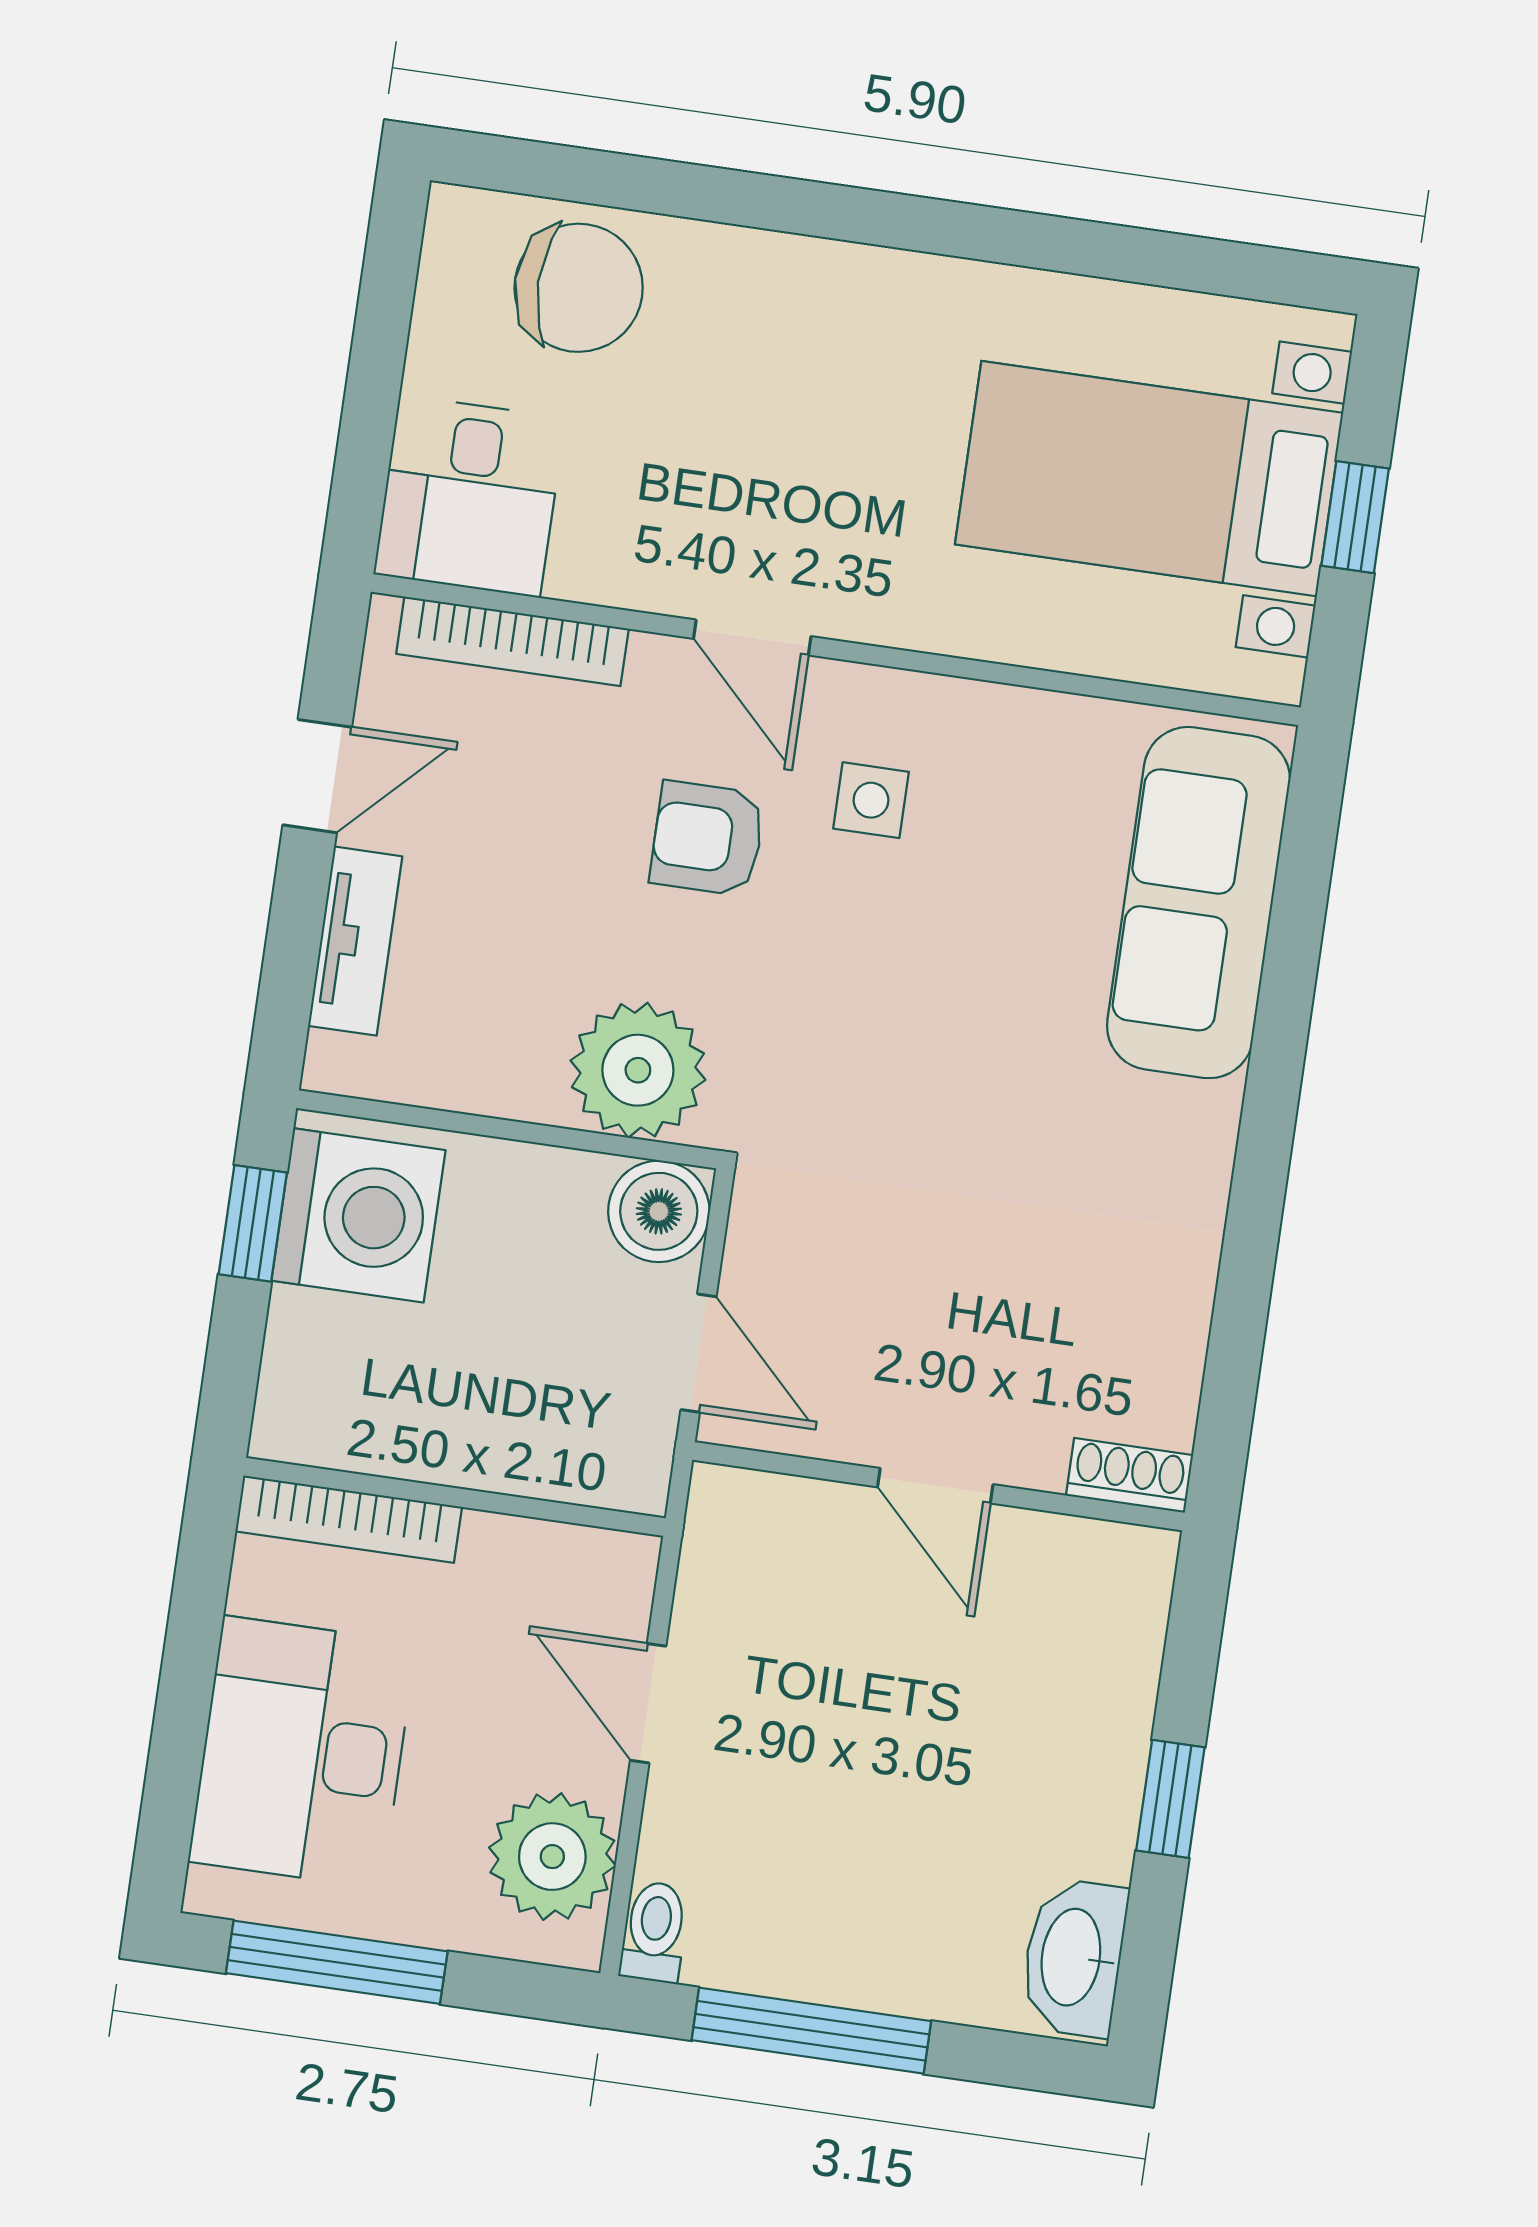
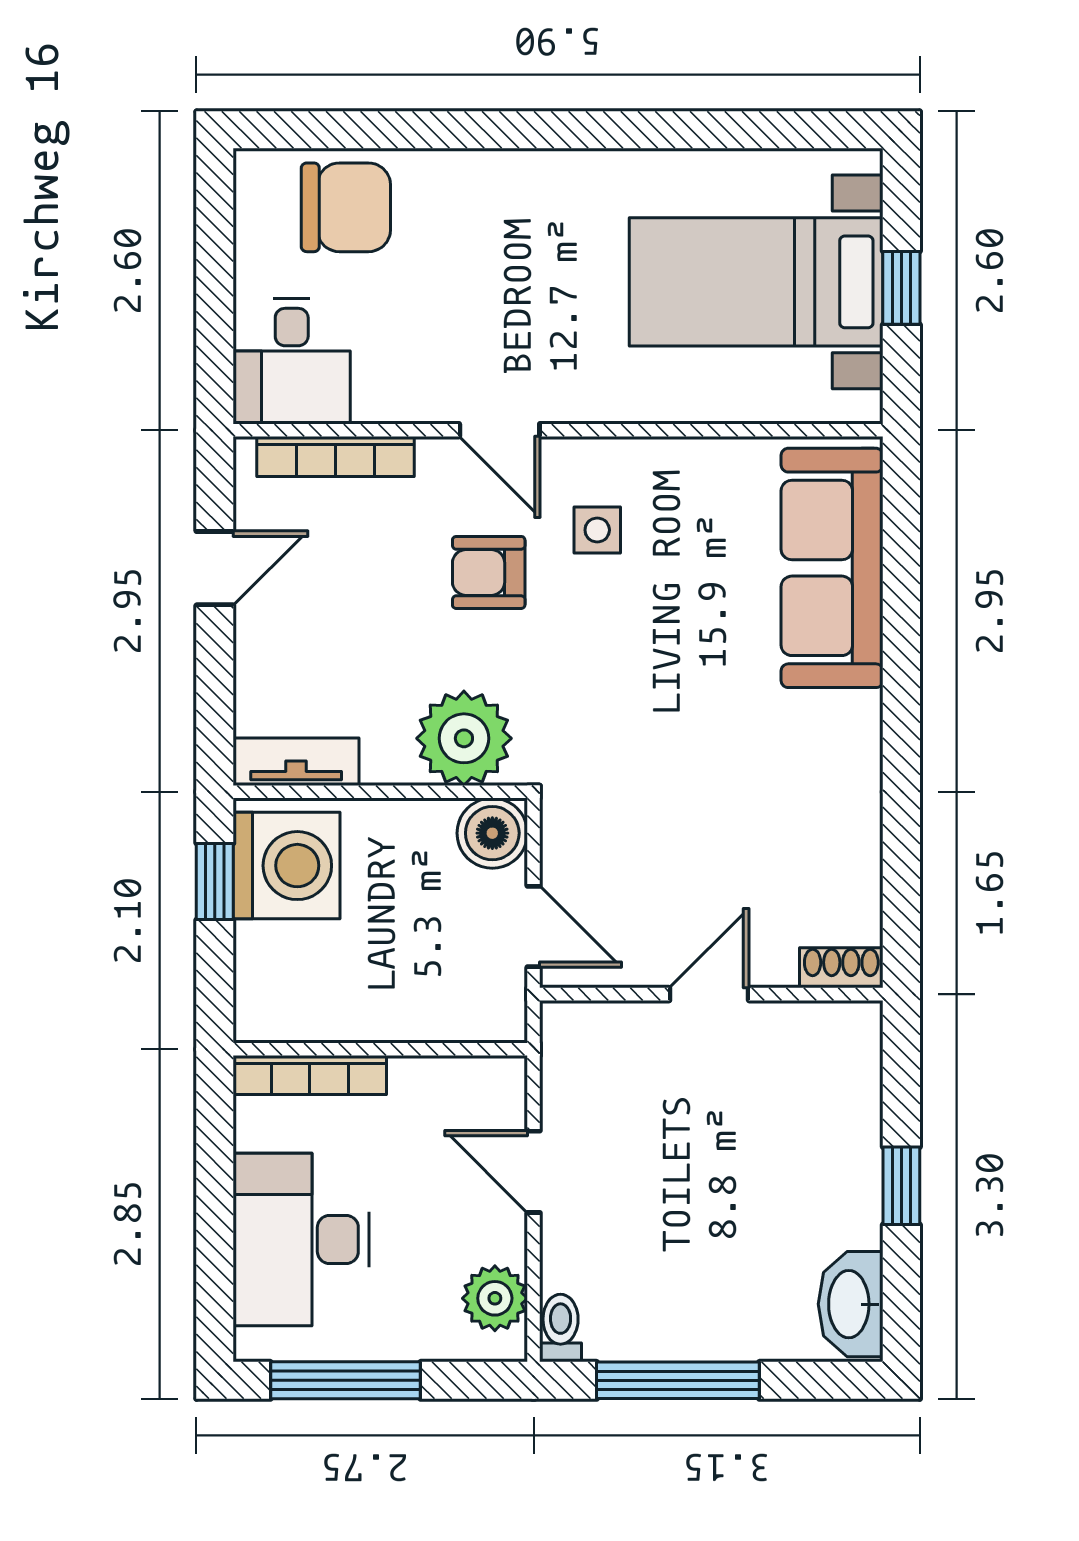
tv unit: (355, 941) -> (296, 762), moved, turned -90
door: (935, 1486) -> (709, 994), swing flipped
plant: (552, 1857) -> (495, 1298), width x0.73, depth x0.73

